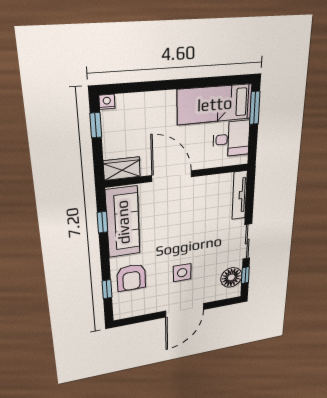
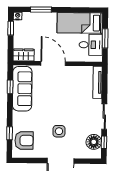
window: (148, 86) -> (41, 10), added
window: (255, 108) -> (105, 38), moved
armchair: (131, 278) -> (24, 140), moved, turned -90

